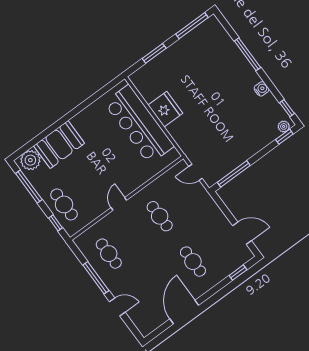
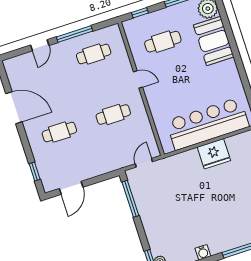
cafe table: (64, 204) -> (163, 42), moved

